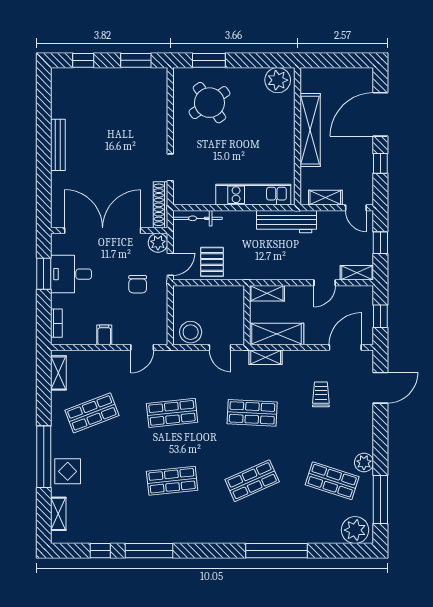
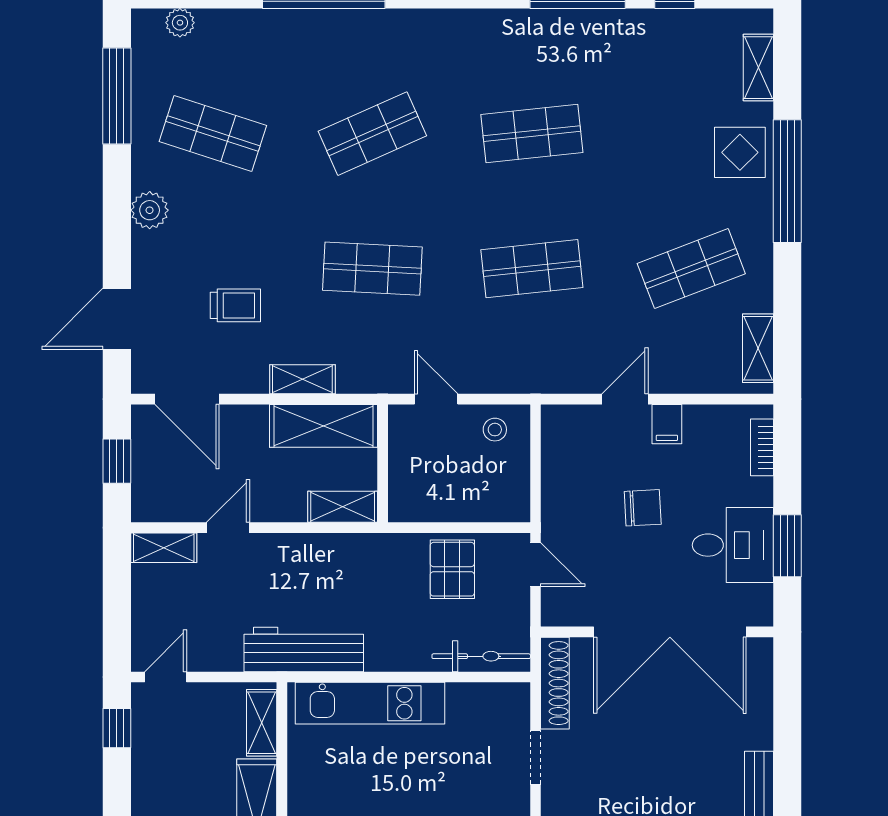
window: (380, 163) -> (117, 728), moved
shelving: (325, 198) -> (262, 723), moved, turned 90
door: (356, 208) -> (166, 677), hinge flipped
plant: (158, 243) -> (560, 607), removed
window: (380, 243) -> (117, 608), removed
door: (170, 264) -> (535, 565), swing flipped
chair: (138, 284) -> (643, 508), moved, turned 87
stool: (191, 332) -> (495, 430), width x0.53, depth x0.53
door: (142, 347) -> (625, 399), moved
door: (345, 347) -> (187, 399), hinge flipped
shelving: (266, 357) -> (302, 379), moved
trolley: (321, 394) -> (235, 305), turned -90
plant: (364, 463) -> (150, 210), moved
plant: (355, 530) -> (180, 23), width x0.53, depth x0.53

